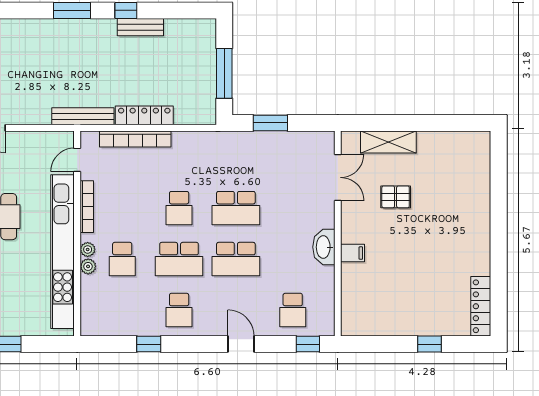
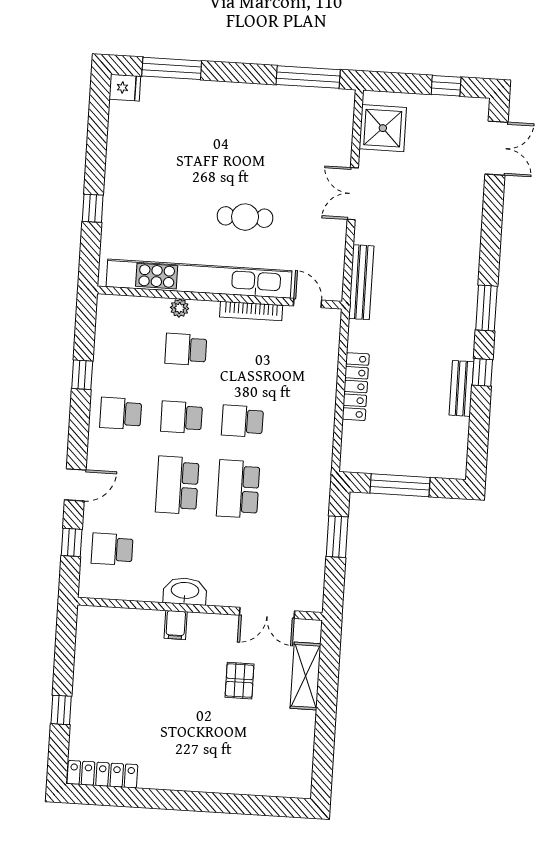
bench: (83, 116) -> (361, 282), moved
bookcase: (135, 139) -> (328, 374), removed
plant: (88, 249) -> (200, 309), removed
school desk: (179, 259) -> (182, 417), width x0.54
window: (308, 344) -> (72, 542), moved

